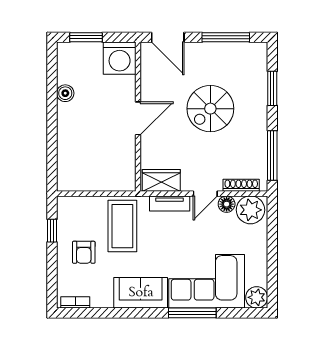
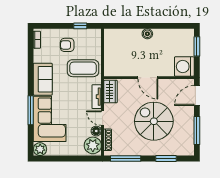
boiler: (65, 93) -> (147, 34), moved
spiral stairs: (210, 109) -> (154, 121), width x1.37, depth x1.37

